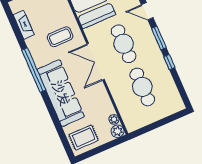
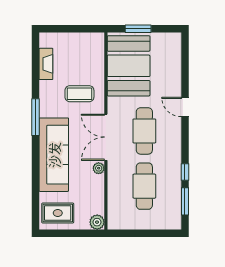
window: (159, 38) -> (185, 201), moved
window: (34, 70) -> (36, 117), width x0.68
plant: (114, 119) -> (99, 168), moved

